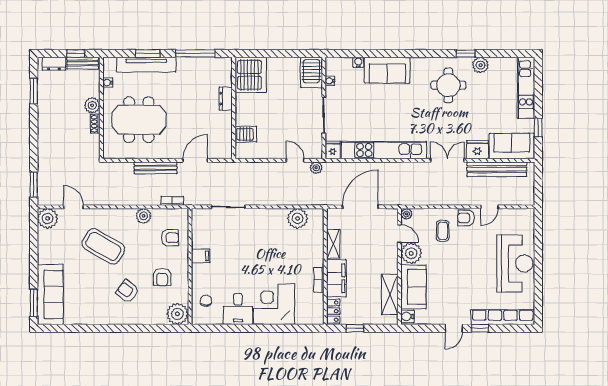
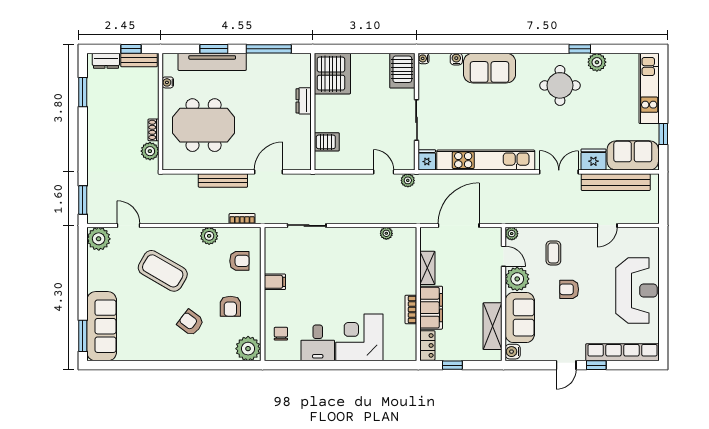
water cooler: (330, 81) -> (424, 58), moved
plant: (92, 105) -> (150, 151), moved
plant: (298, 218) -> (386, 233), width x0.53, depth x0.53
armchair: (466, 218) -> (569, 289), moved

